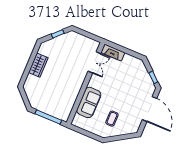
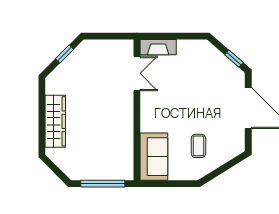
wardrobe: (38, 65) -> (55, 121), width x1.50
sofa: (89, 102) -> (154, 157), moved

